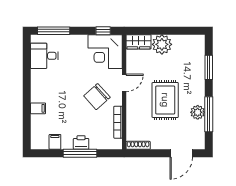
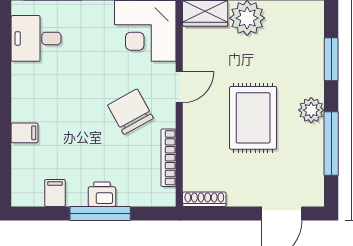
chair: (97, 97) -> (130, 112), turned 103
plant: (198, 112) -> (311, 110), moved

